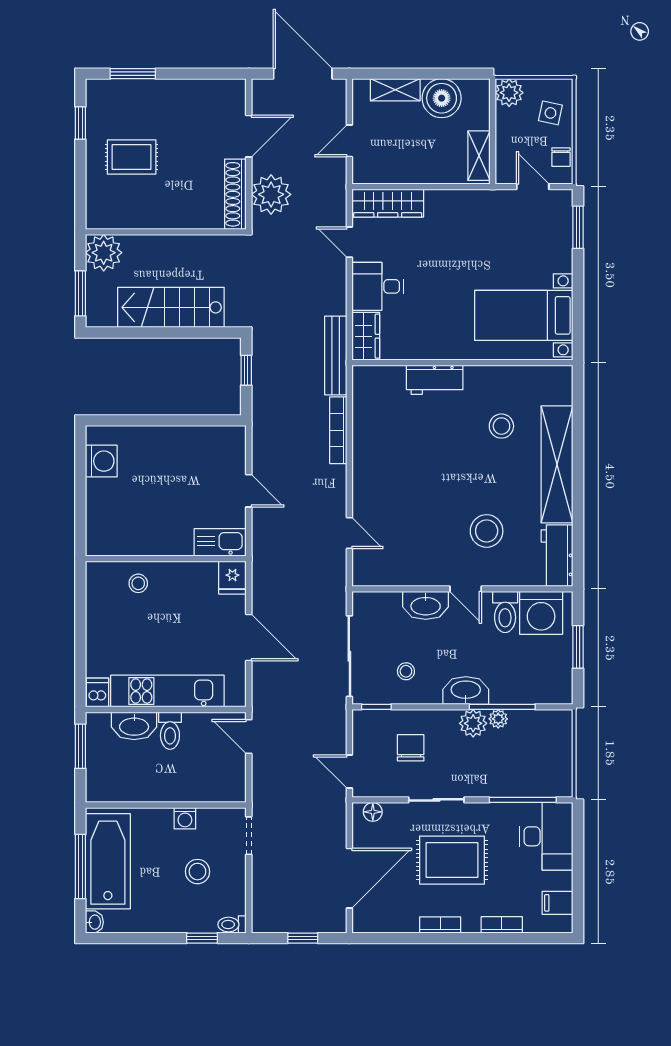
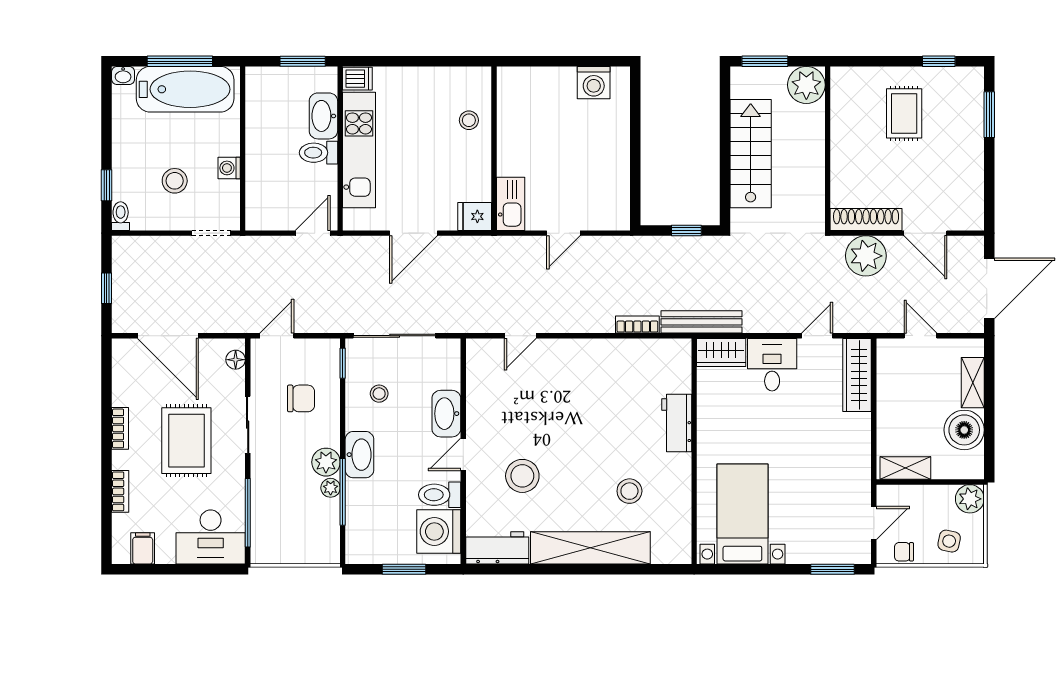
bookcase: (338, 430) -> (637, 324), width x0.64

